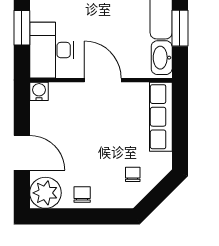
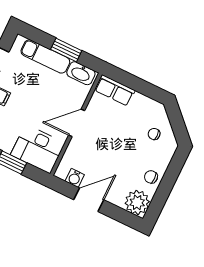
water cooler: (39, 91) -> (75, 178), moved, turned -90
row of seats: (161, 117) -> (115, 90), width x0.68
door: (22, 153) -> (89, 200), moved

